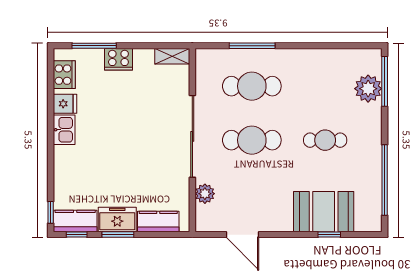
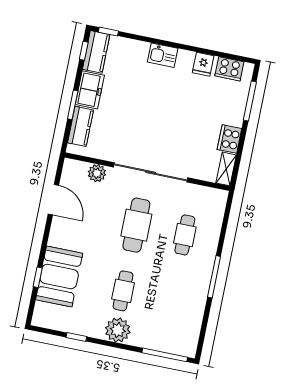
window: (252, 46) -> (214, 277), moved
cooker: (118, 59) -> (229, 139), moved
cafe table: (252, 86) -> (185, 235), width x0.73, depth x0.74
plant: (368, 89) -> (118, 330), moved
kitchen sink: (64, 130) -> (163, 55), moved
window: (385, 180) -> (76, 337), width x0.32
window: (118, 235) -> (73, 105), moved
door: (243, 235) -> (53, 200), swing flipped

